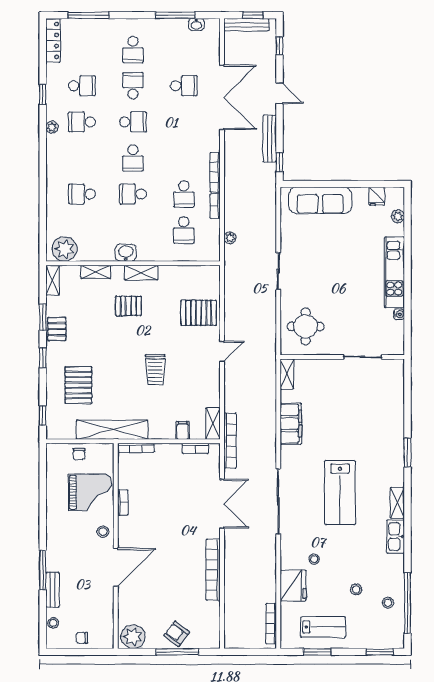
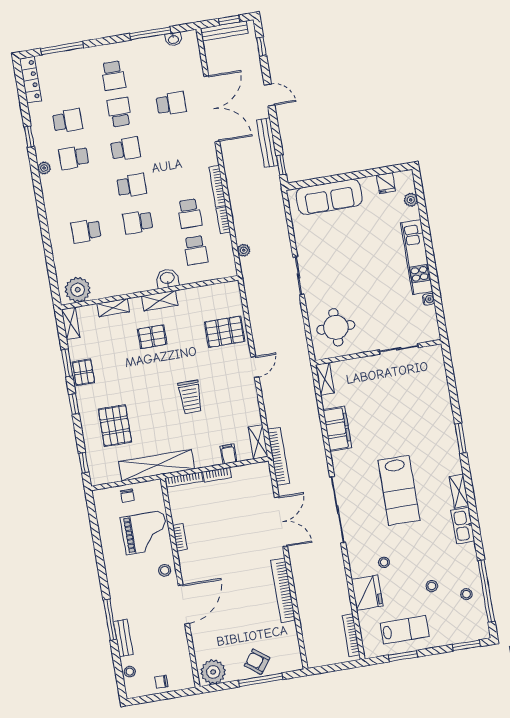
school desk: (133, 158) -> (132, 186), turned -90
washbasin: (126, 253) -> (167, 278), moved
bookcase: (195, 448) -> (217, 475), moved

